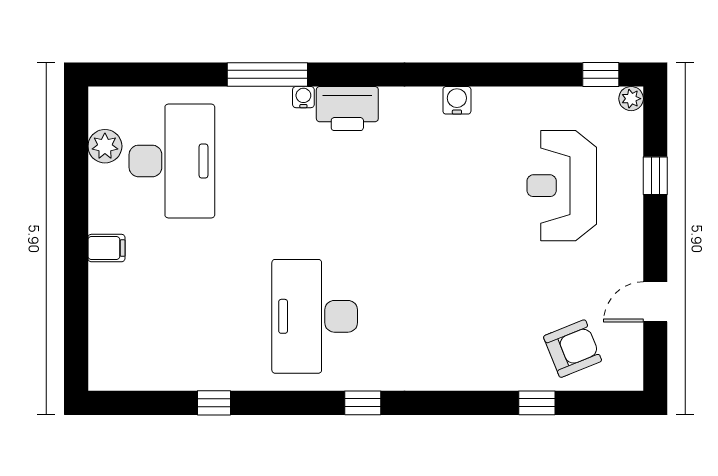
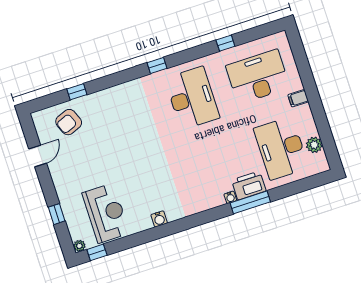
printer: (347, 109) -> (249, 185), moved
reception desk: (562, 186) -> (106, 213), moved
desk: (172, 316) -> (258, 77), added

